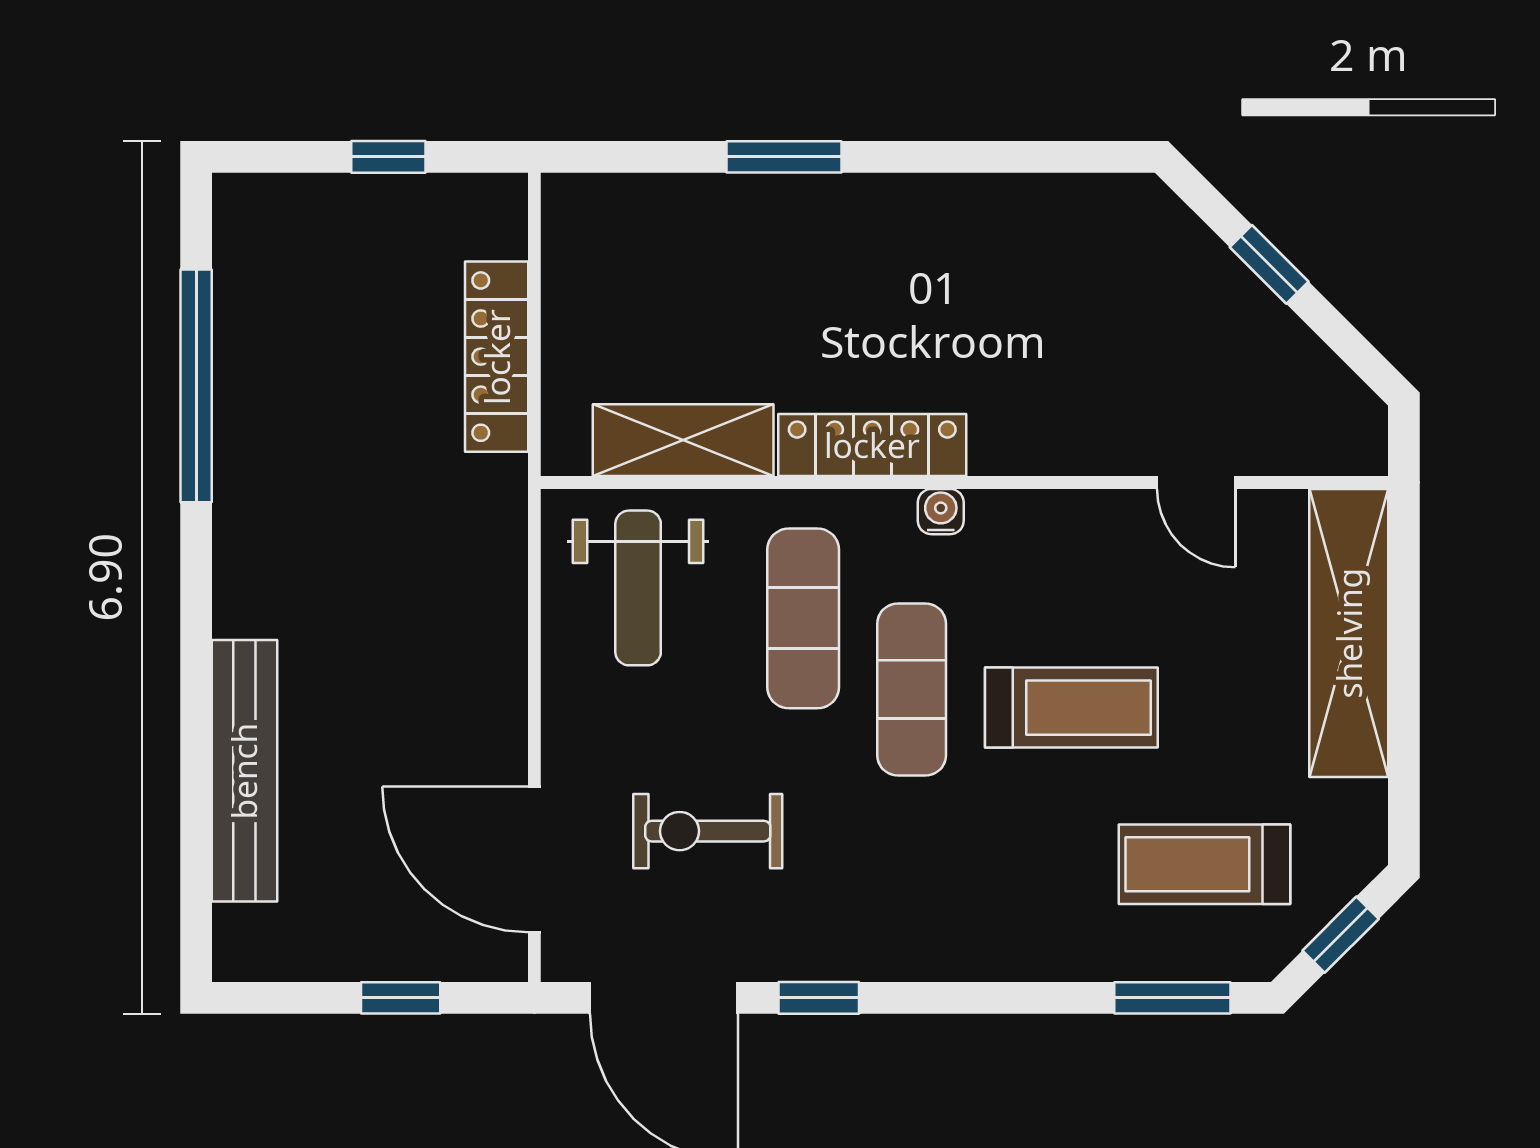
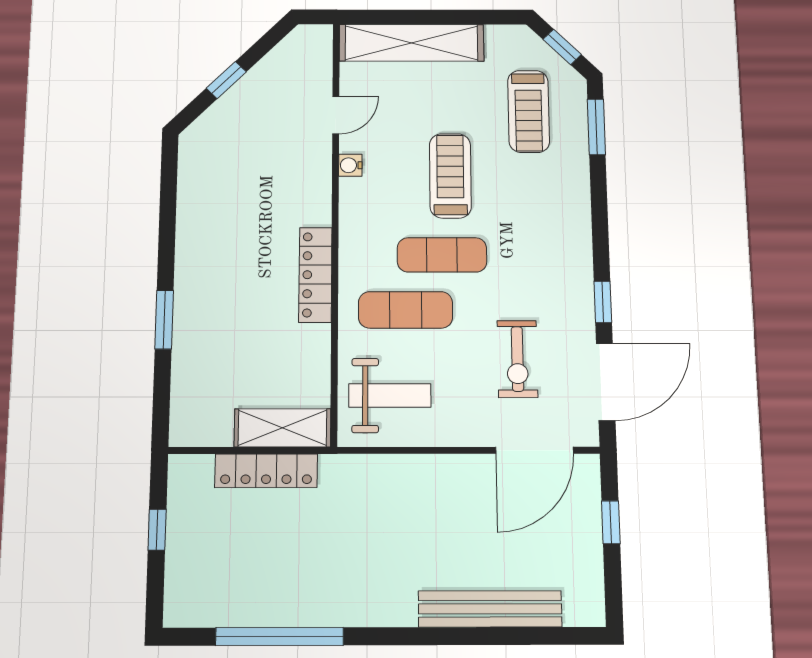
shelving: (683, 440) -> (282, 428), moved, turned 90
water cooler: (941, 512) -> (350, 165), moved

